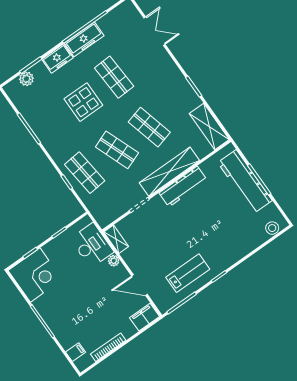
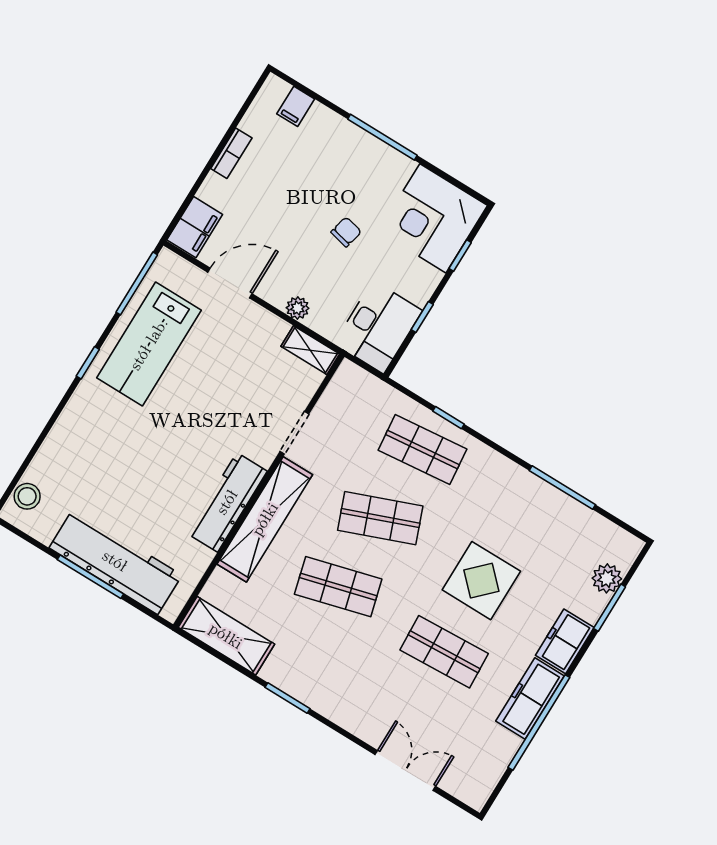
double door: (155, 31) -> (405, 770), swing flipped
desk: (92, 245) -> (378, 327), moved, turned -90
lab bench: (188, 273) -> (149, 344), width x1.36, depth x1.39
chair: (77, 286) -> (346, 232), added
bookcase: (108, 347) -> (231, 153), width x0.64

